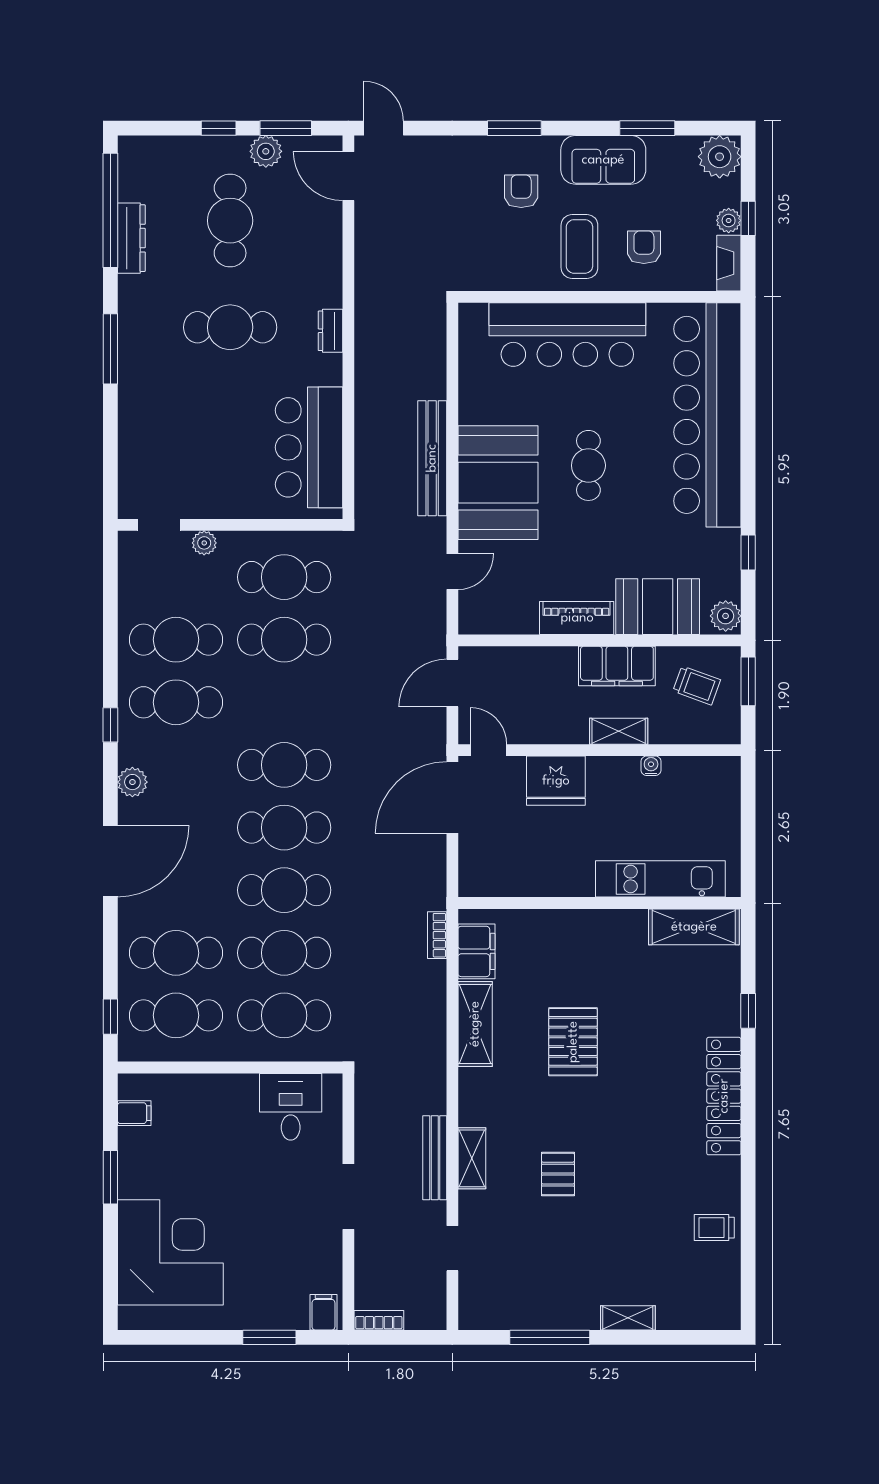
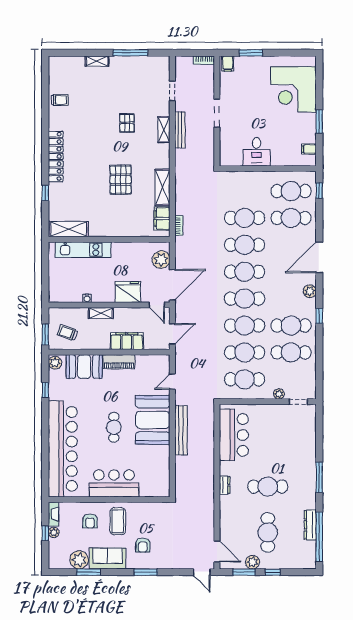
plant: (720, 157) -> (79, 560), moved
bar counter: (567, 335) -> (114, 483), width x0.73
filing cabinet: (617, 666) -> (127, 341), moved
plant: (479, 856) -> (161, 260), added
cafe table: (284, 1015) -> (245, 326), moved
desk: (291, 1107) -> (257, 152), moved

